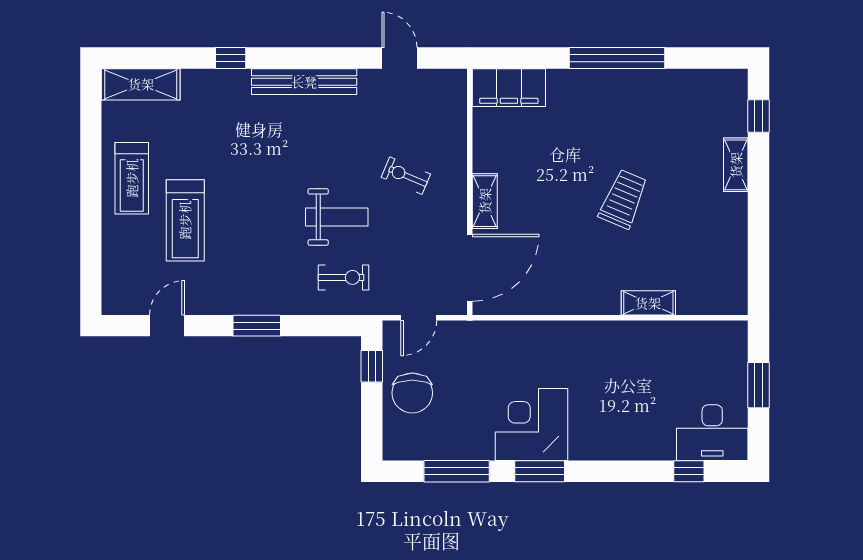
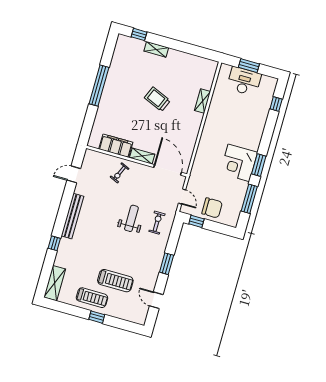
filing cabinet: (509, 88) -> (116, 146), moved, turned -90
exercise bike: (406, 176) -> (120, 173), moved
window: (91, 202) -> (97, 317), added
desk: (712, 433) -> (244, 81), moved, turned -90

